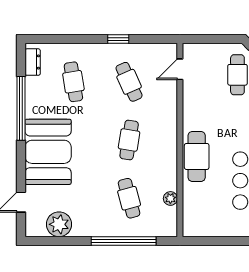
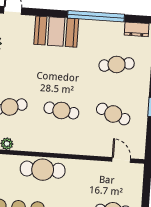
cafe table: (129, 82) -> (113, 114), turned 45
booth: (48, 152) -> (56, 32), width x0.73, depth x0.70

